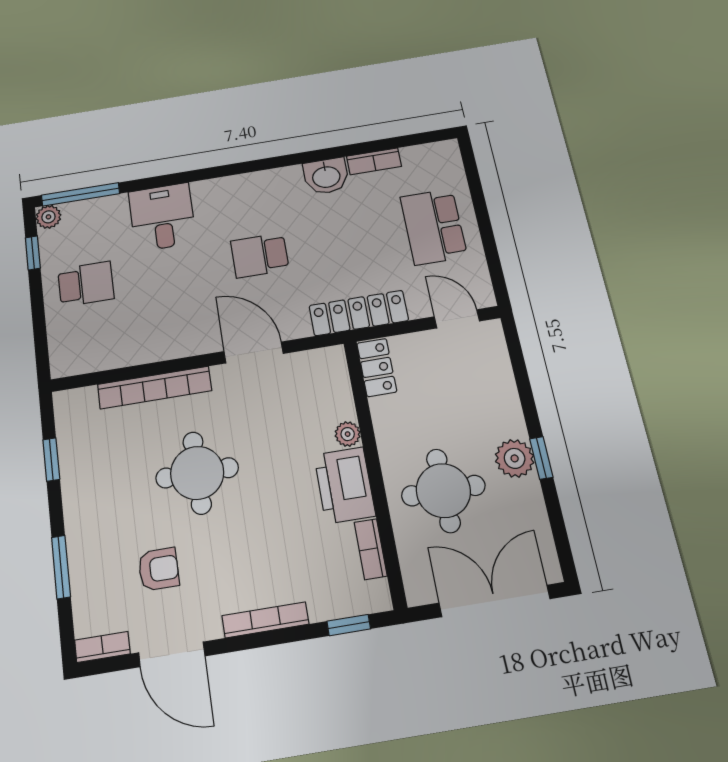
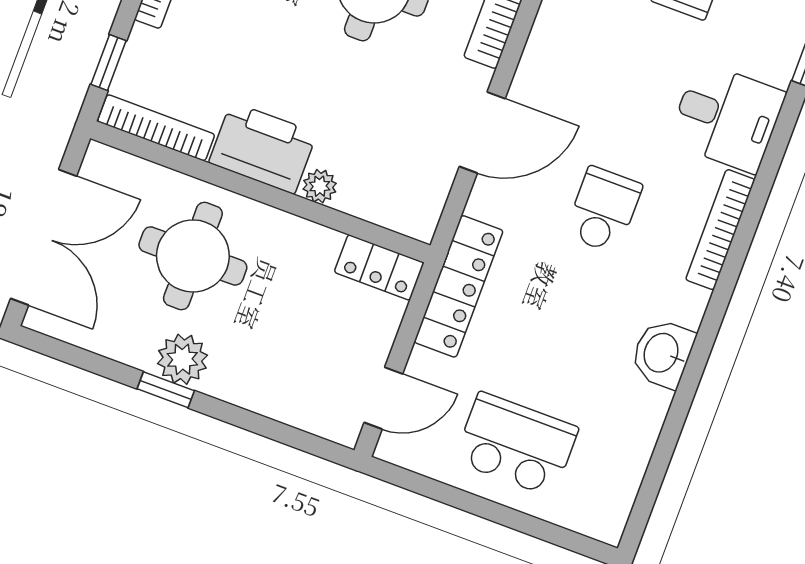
bookcase: (374, 161) -> (720, 230), moved, width x1.56
bookcase: (371, 549) -> (156, 128), width x1.56

